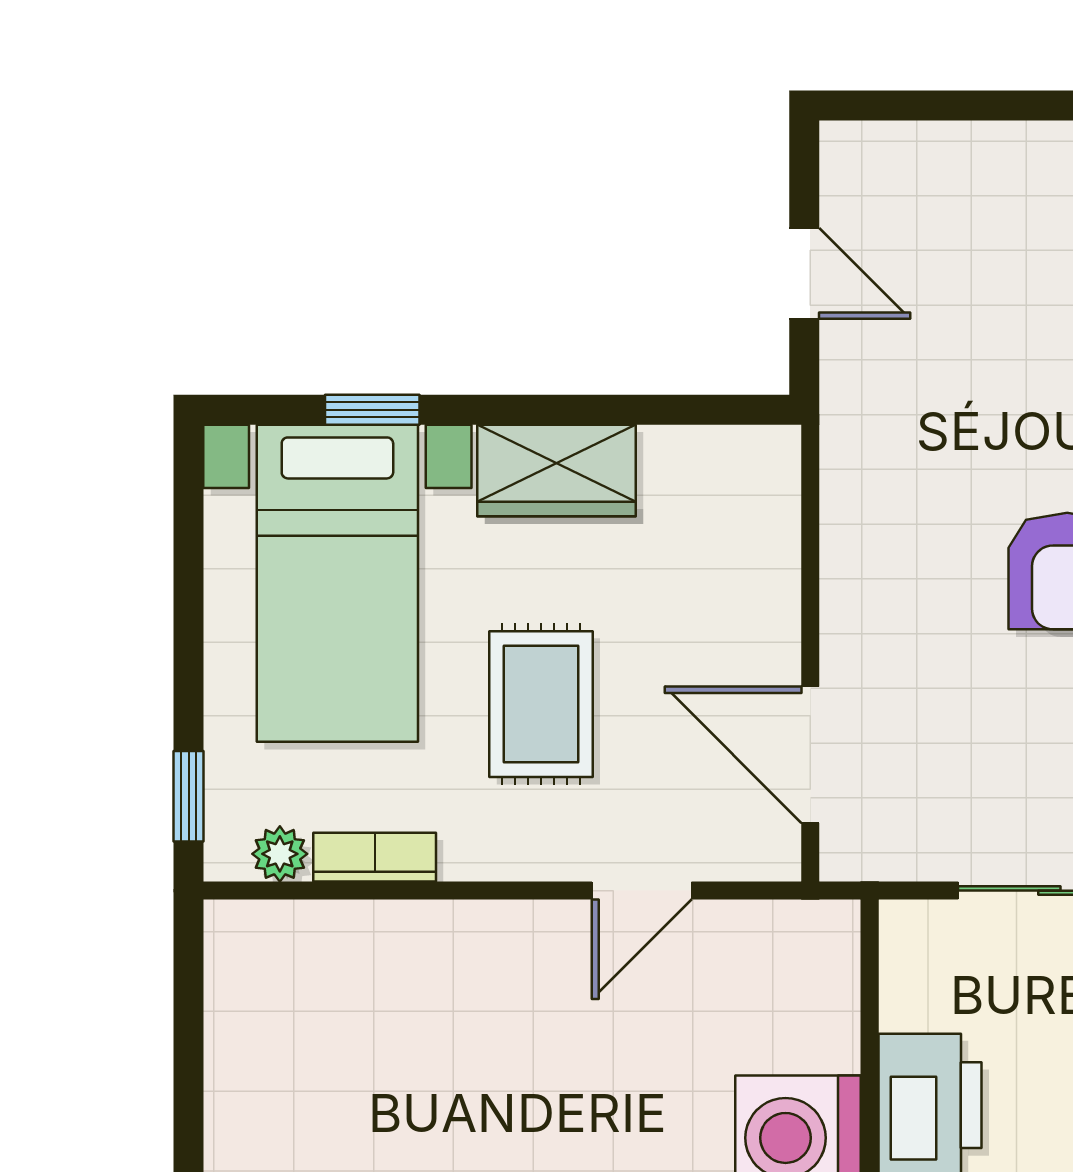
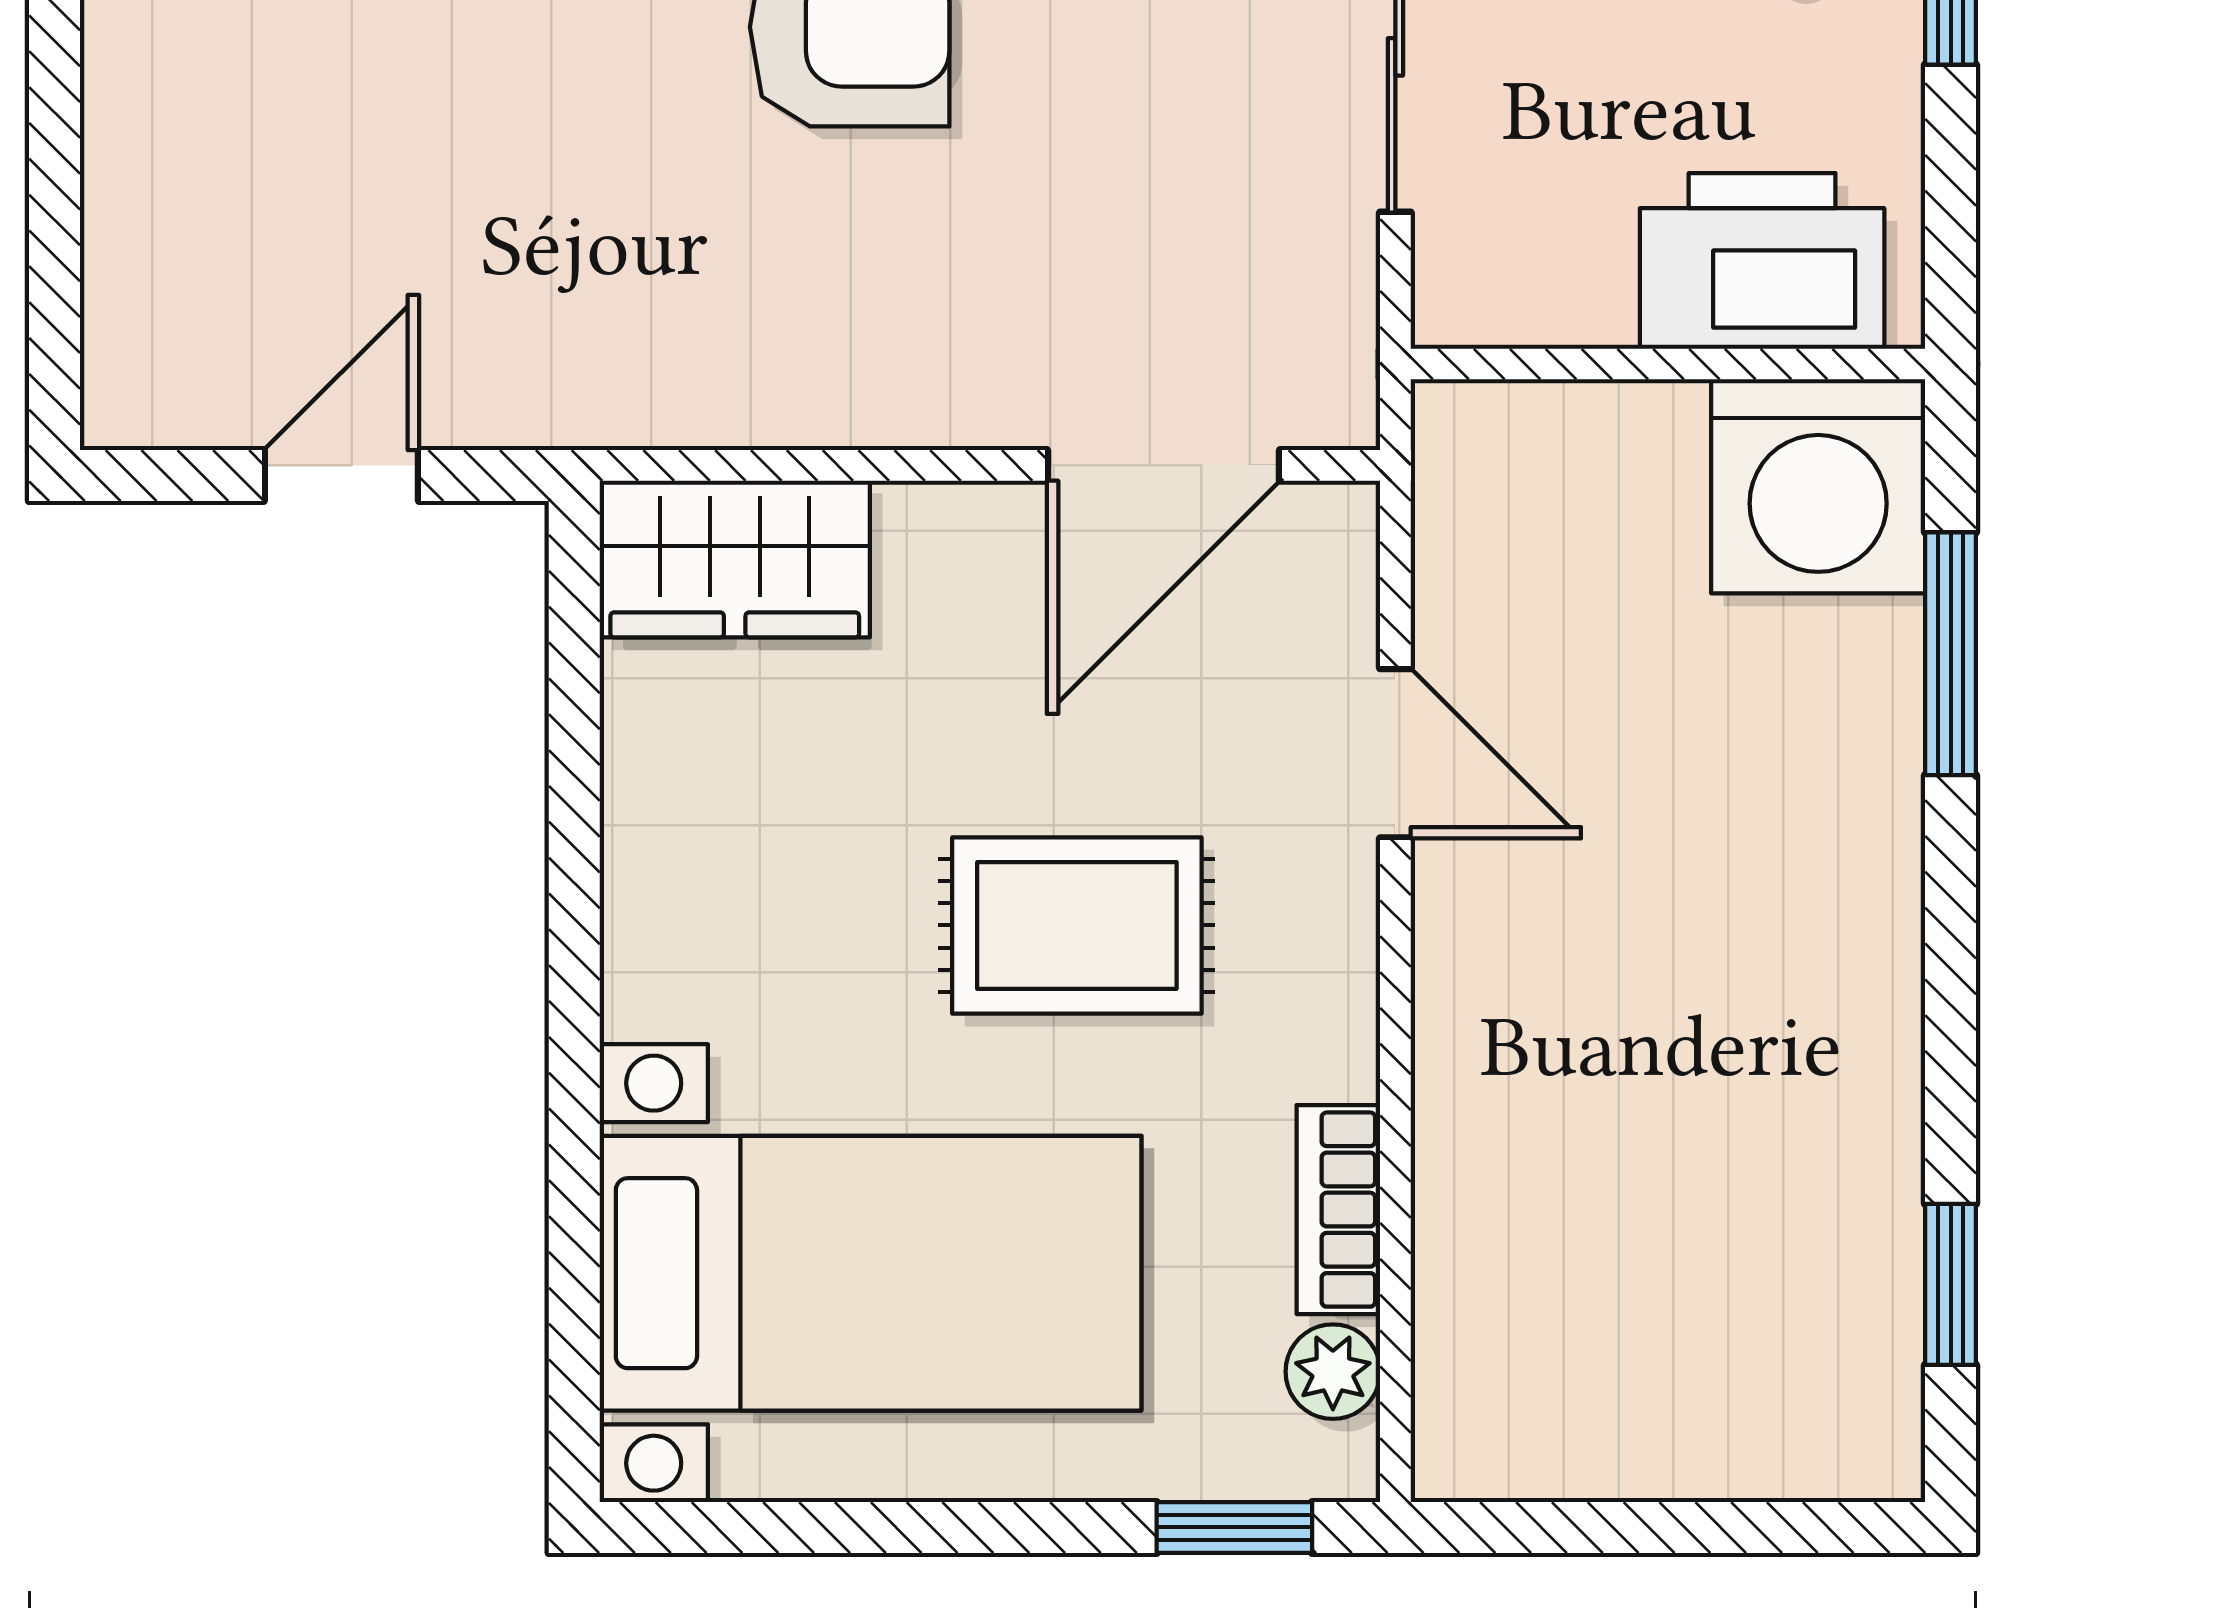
window: (372, 410) -> (574, 1214), removed
wardrobe: (556, 470) -> (735, 559), moved, turned 90

